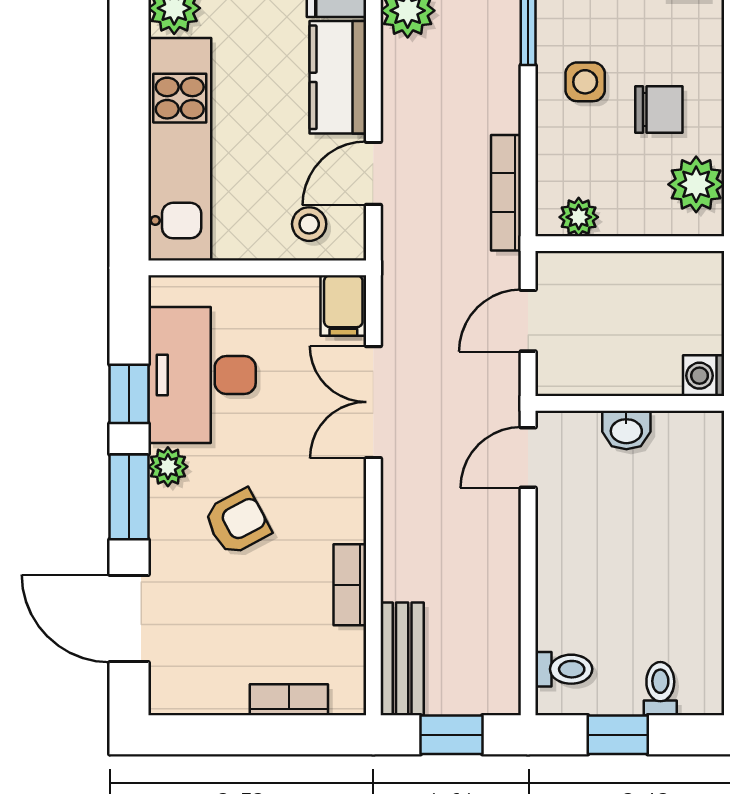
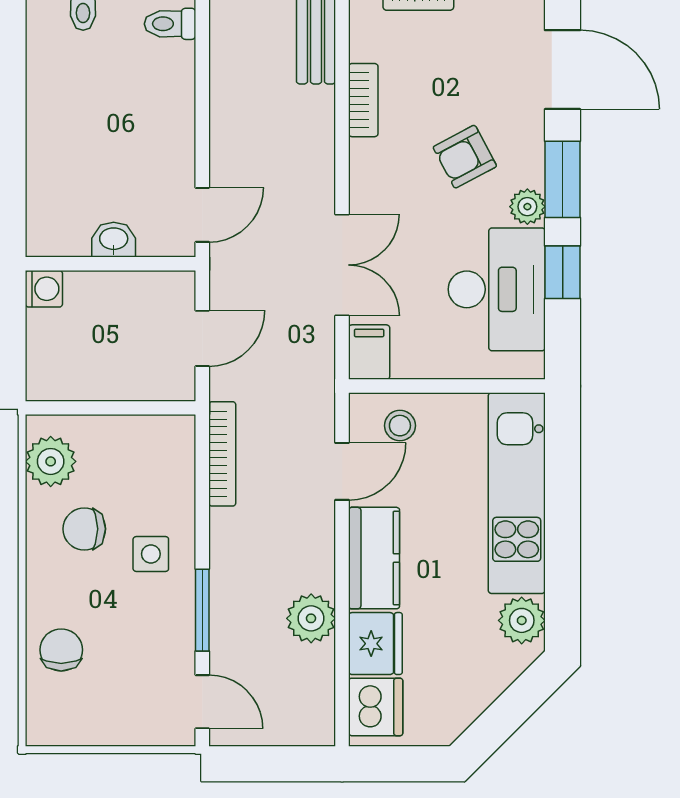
plant: (579, 217) -> (157, 432), removed

